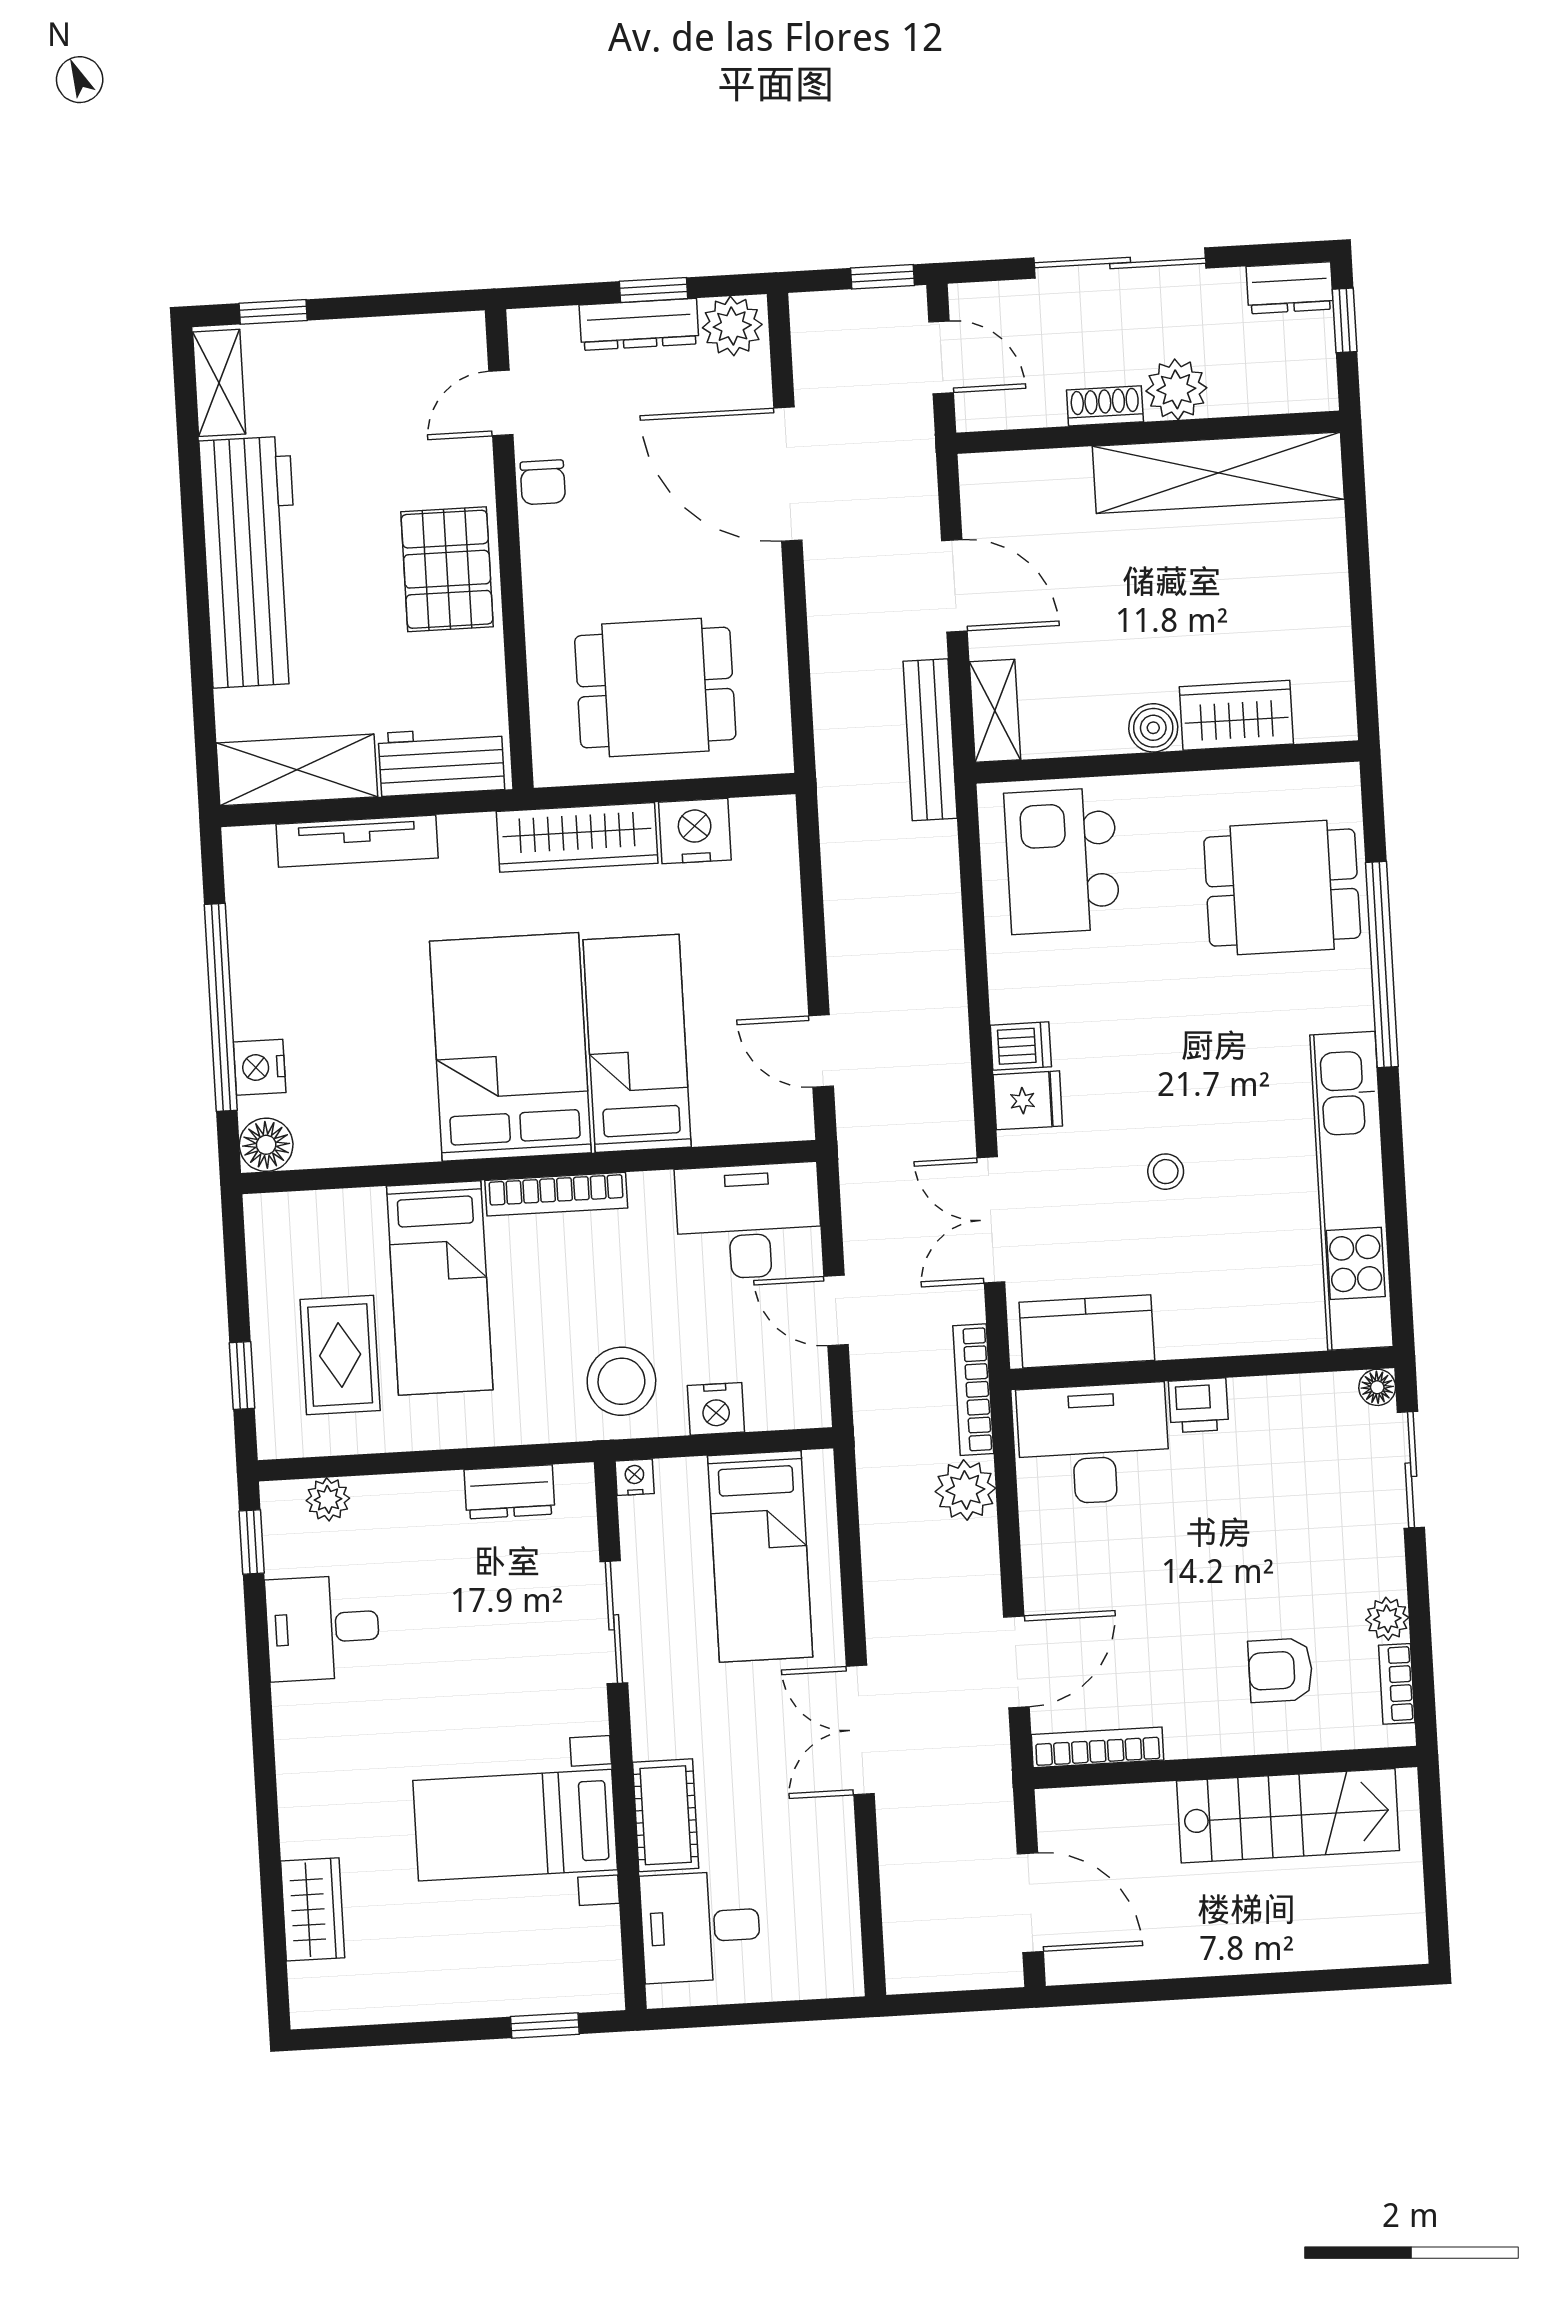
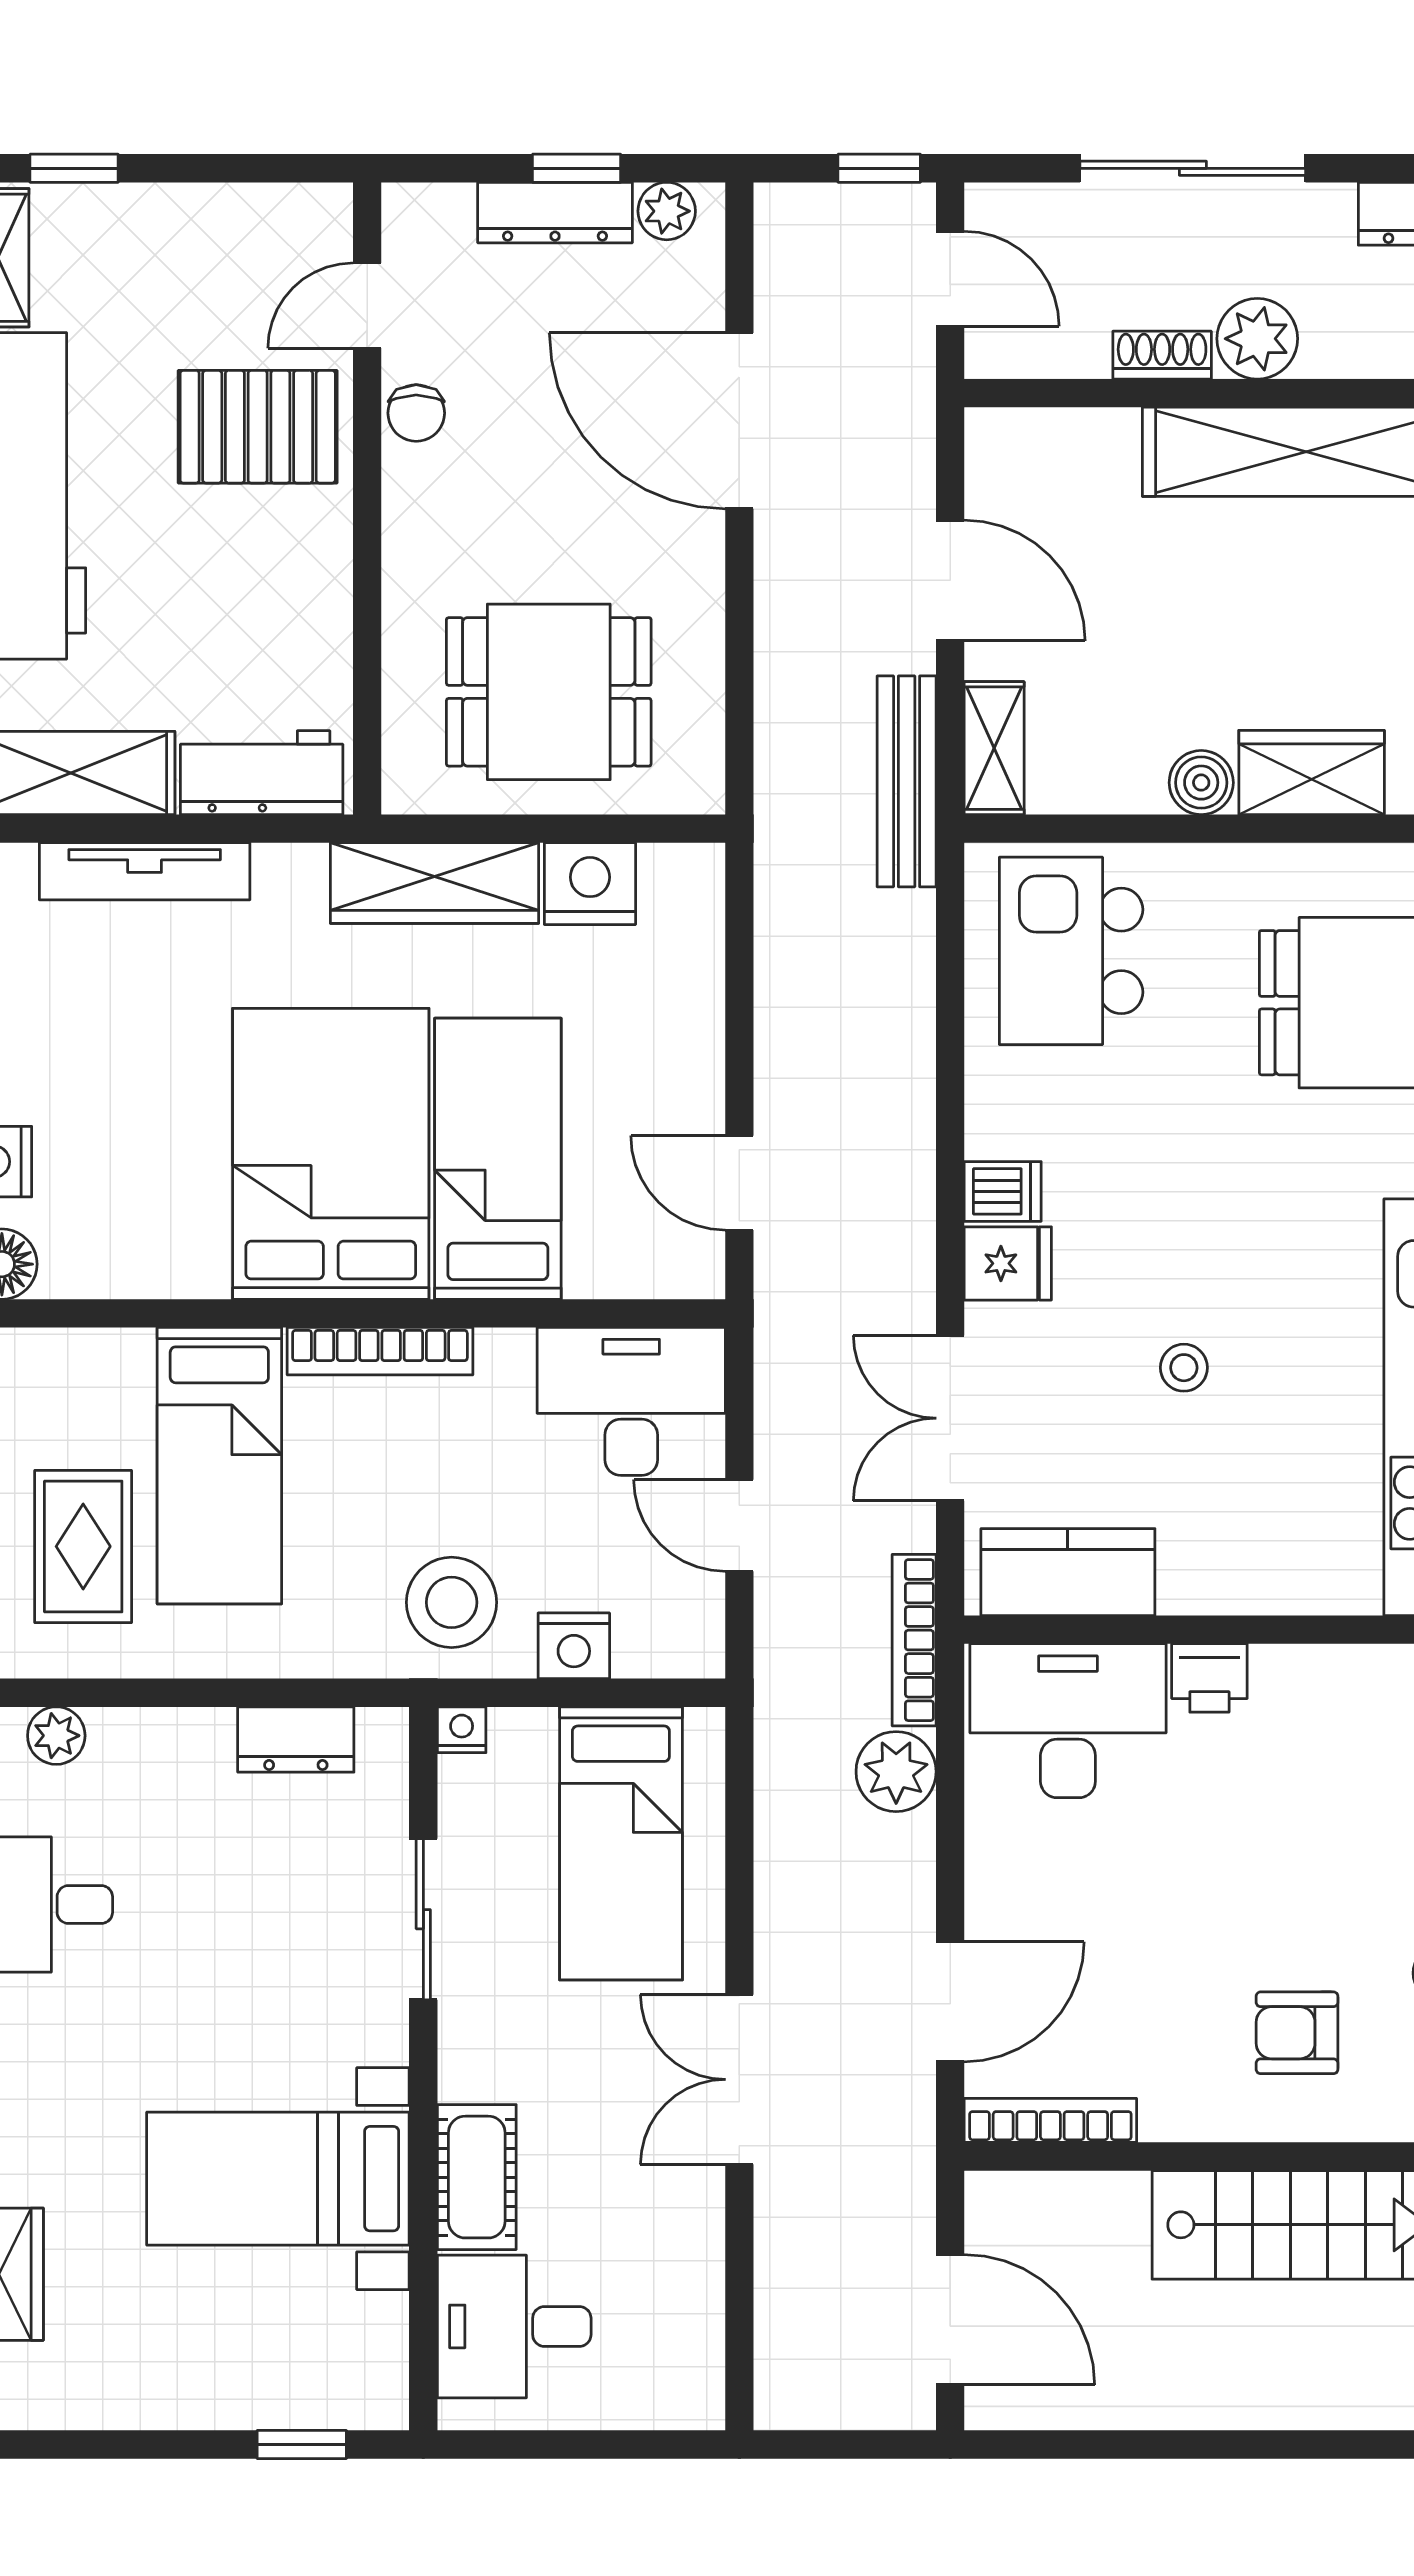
plant: (732, 326) -> (667, 211), width x0.73, depth x0.73
pallet: (447, 569) -> (258, 427), moved, turned 90

